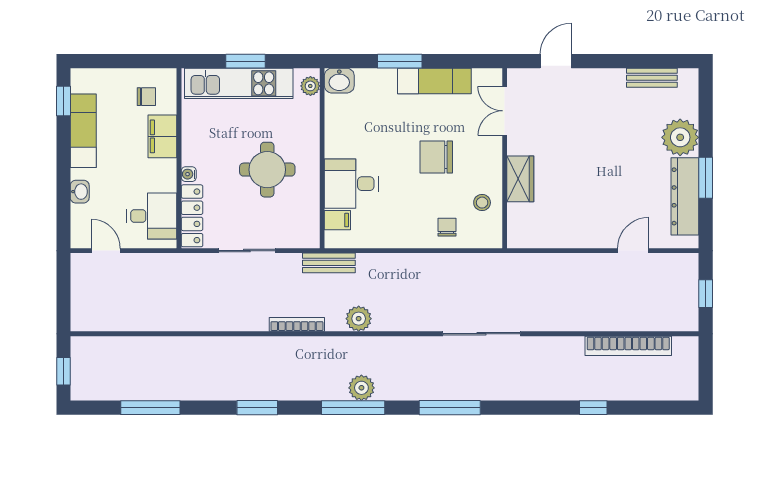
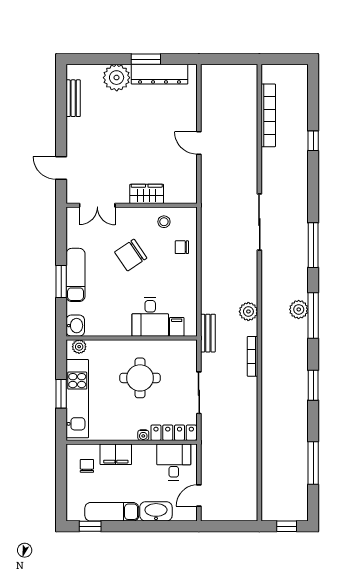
exam couch: (434, 81) -> (76, 275), moved
chair: (436, 157) -> (131, 255), turned 56
washbasin: (80, 192) -> (156, 511), width x1.91, depth x1.45
door: (633, 251) -> (199, 143), moved
window: (706, 294) -> (230, 59), removed

